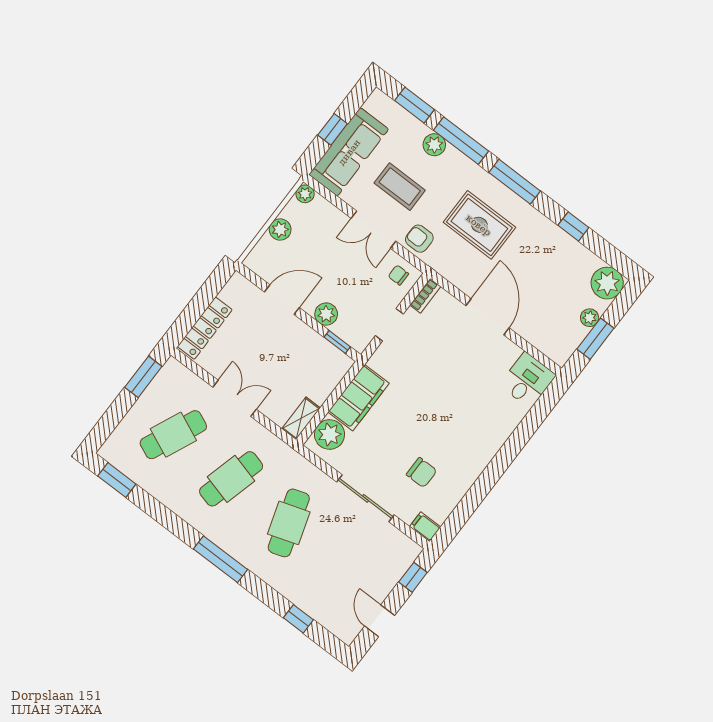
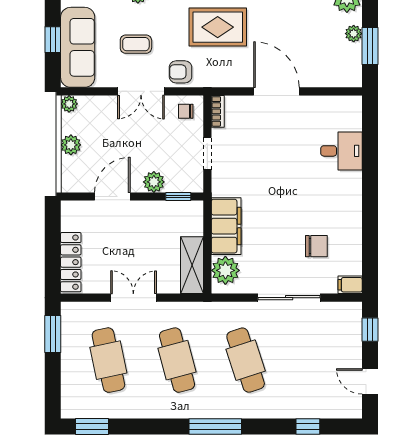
coffee table: (400, 187) -> (136, 44), width x0.73, depth x0.77
desk: (528, 380) -> (341, 151), moved, turned 90
shelving: (301, 418) -> (192, 265), width x1.50, depth x1.33
cafe table: (173, 435) -> (108, 360), turned -36
cafe table: (231, 479) -> (177, 360), turned -30

